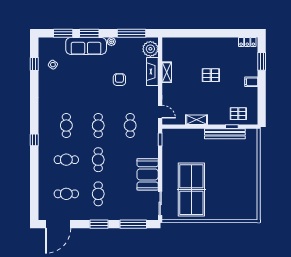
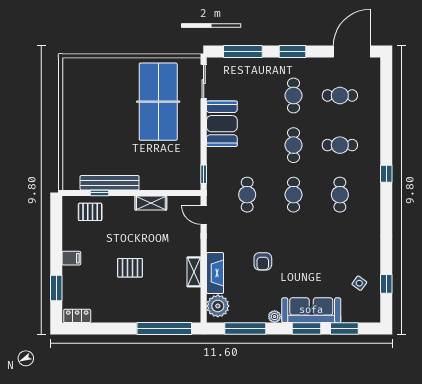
window: (187, 33) -> (164, 329), added

